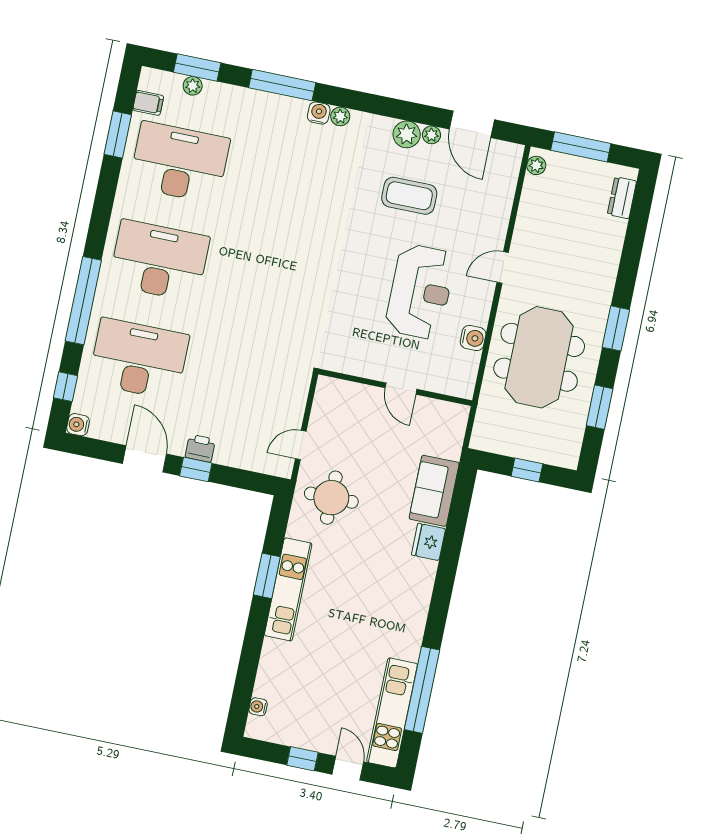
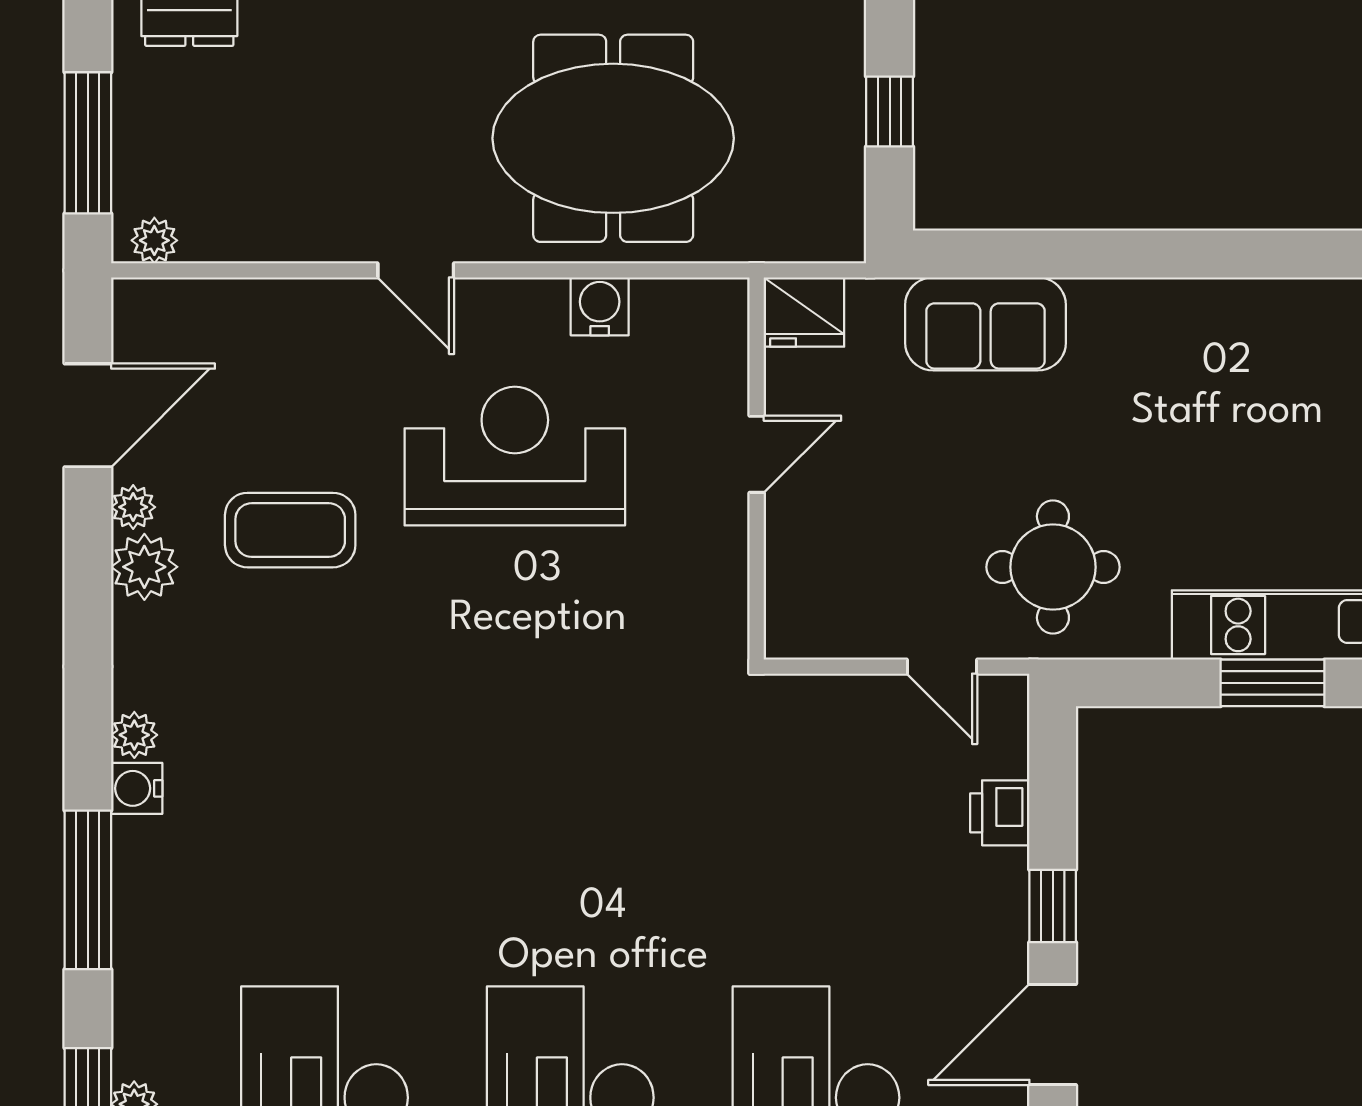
coffee table: (409, 196) -> (290, 530), turned 90
printer: (200, 448) -> (1000, 813), moved
fridge: (428, 542) -> (804, 312), moved

